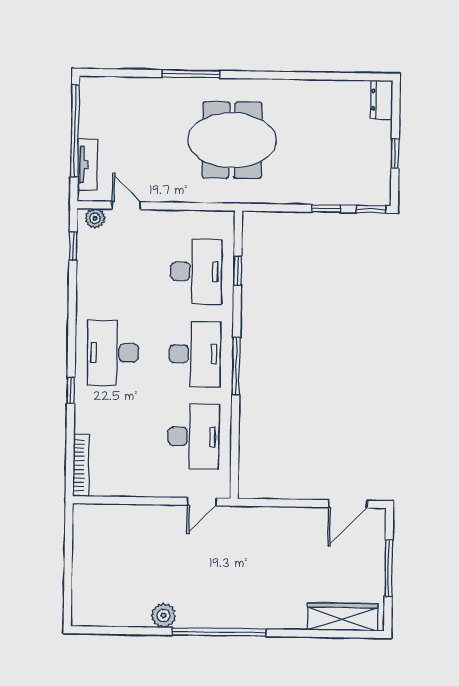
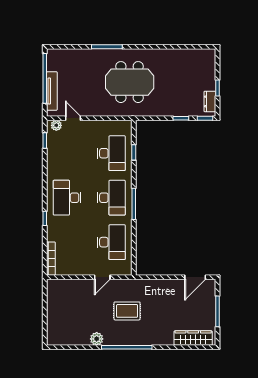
dresser: (382, 100) -> (210, 101), moved
tv unit: (88, 165) -> (52, 91), width x1.41
door: (202, 502) -> (102, 277), moved
rug: (221, 564) -> (127, 311), added

